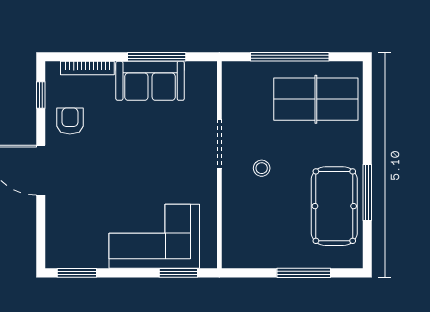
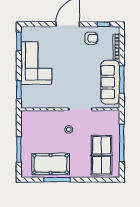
sofa: (150, 81) -> (110, 82), width x1.36
corner sofa: (154, 236) -> (36, 63), moved

